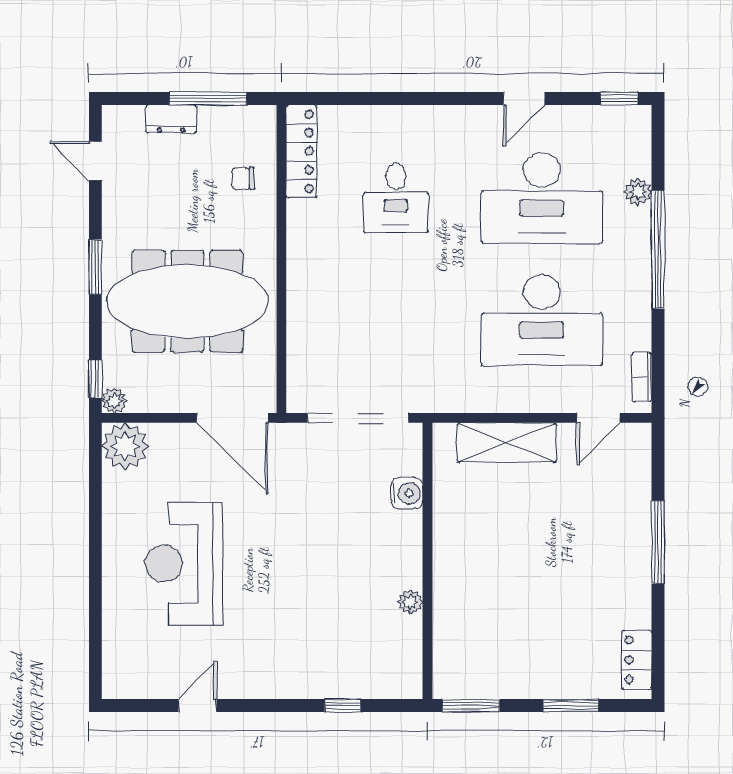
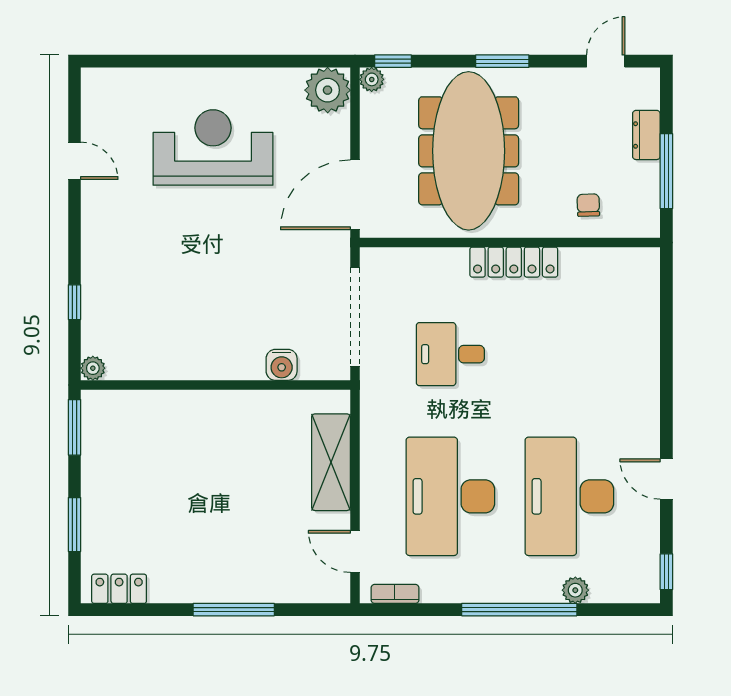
locker: (301, 151) -> (514, 262), moved
desk: (396, 198) -> (450, 354), moved
plant: (410, 602) -> (93, 368), moved

